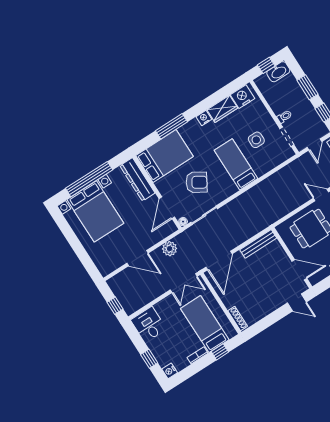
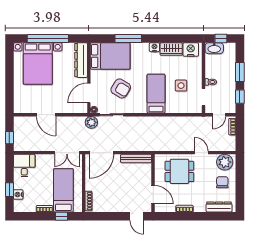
washbasin: (278, 72) -> (214, 48), moved
plant: (170, 249) -> (91, 122), moved
nightstand: (170, 371) -> (18, 195), moved

